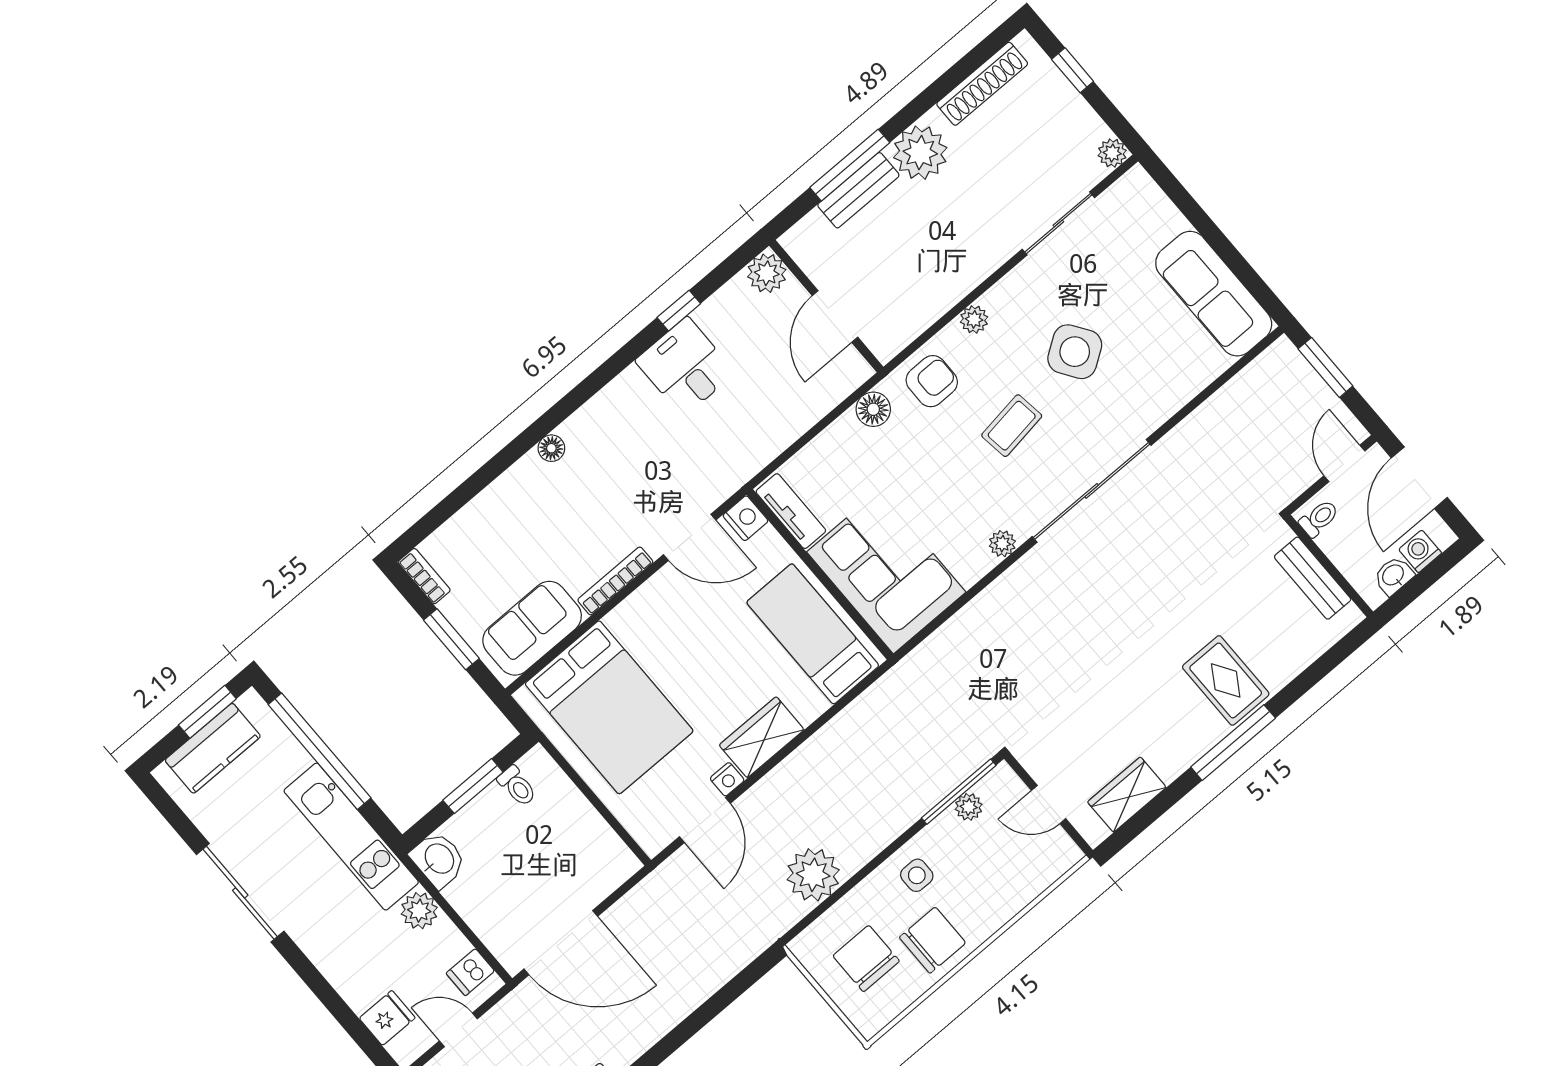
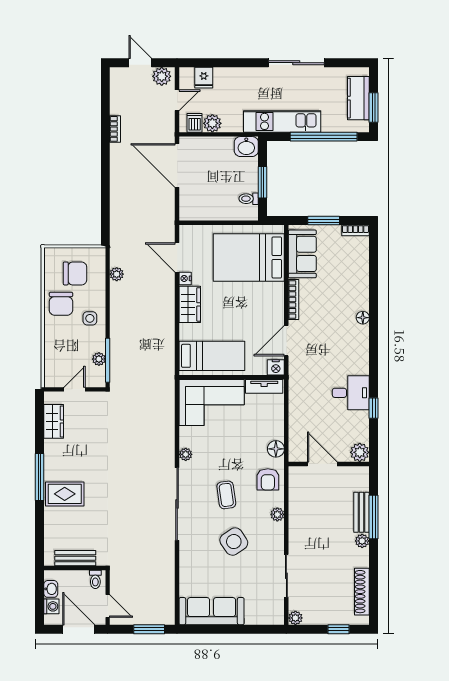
plant: (920, 153) -> (362, 541), width x0.53, depth x0.53
plant: (813, 875) -> (117, 274), width x0.53, depth x0.53
plant: (419, 911) -> (212, 123), moved
door: (561, 943) -> (177, 166), hinge flipped

